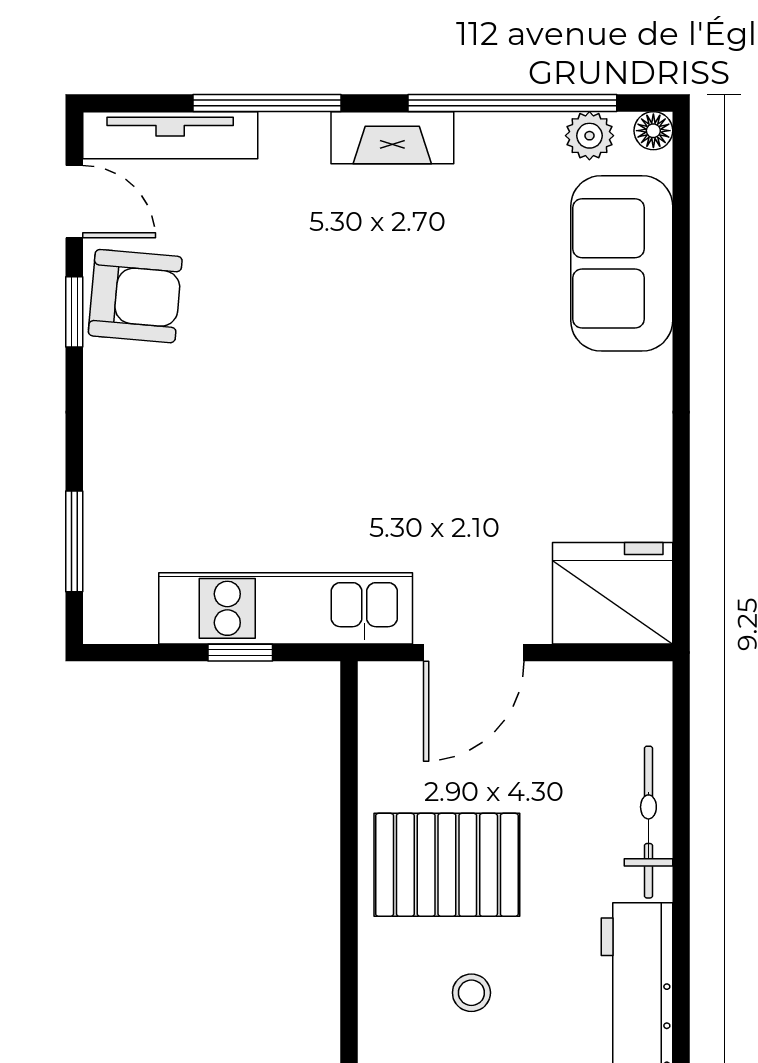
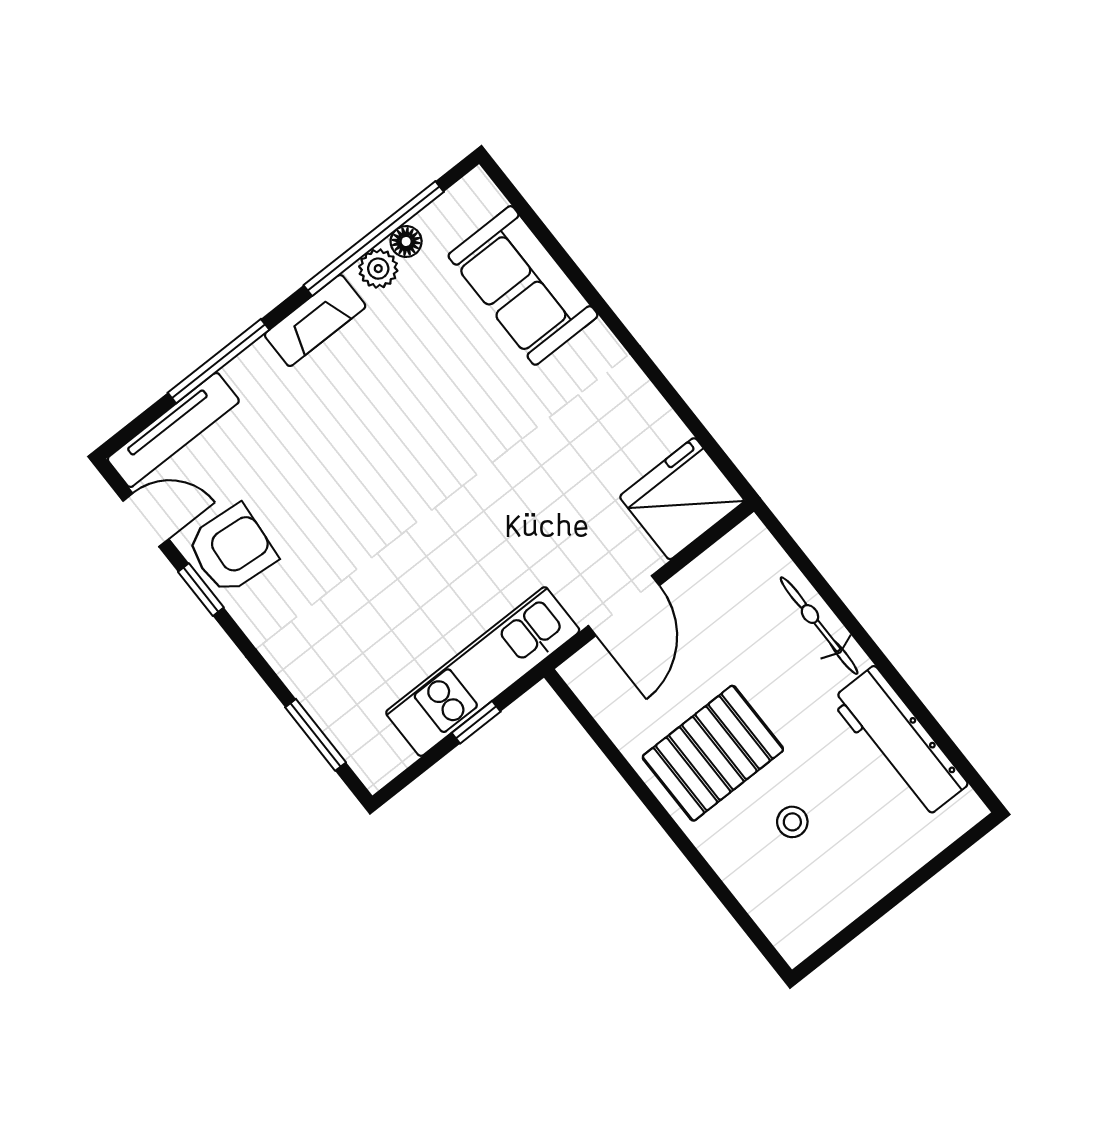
floor lamp: (653, 131) -> (406, 242), moved
plant: (589, 136) -> (378, 269), moved

